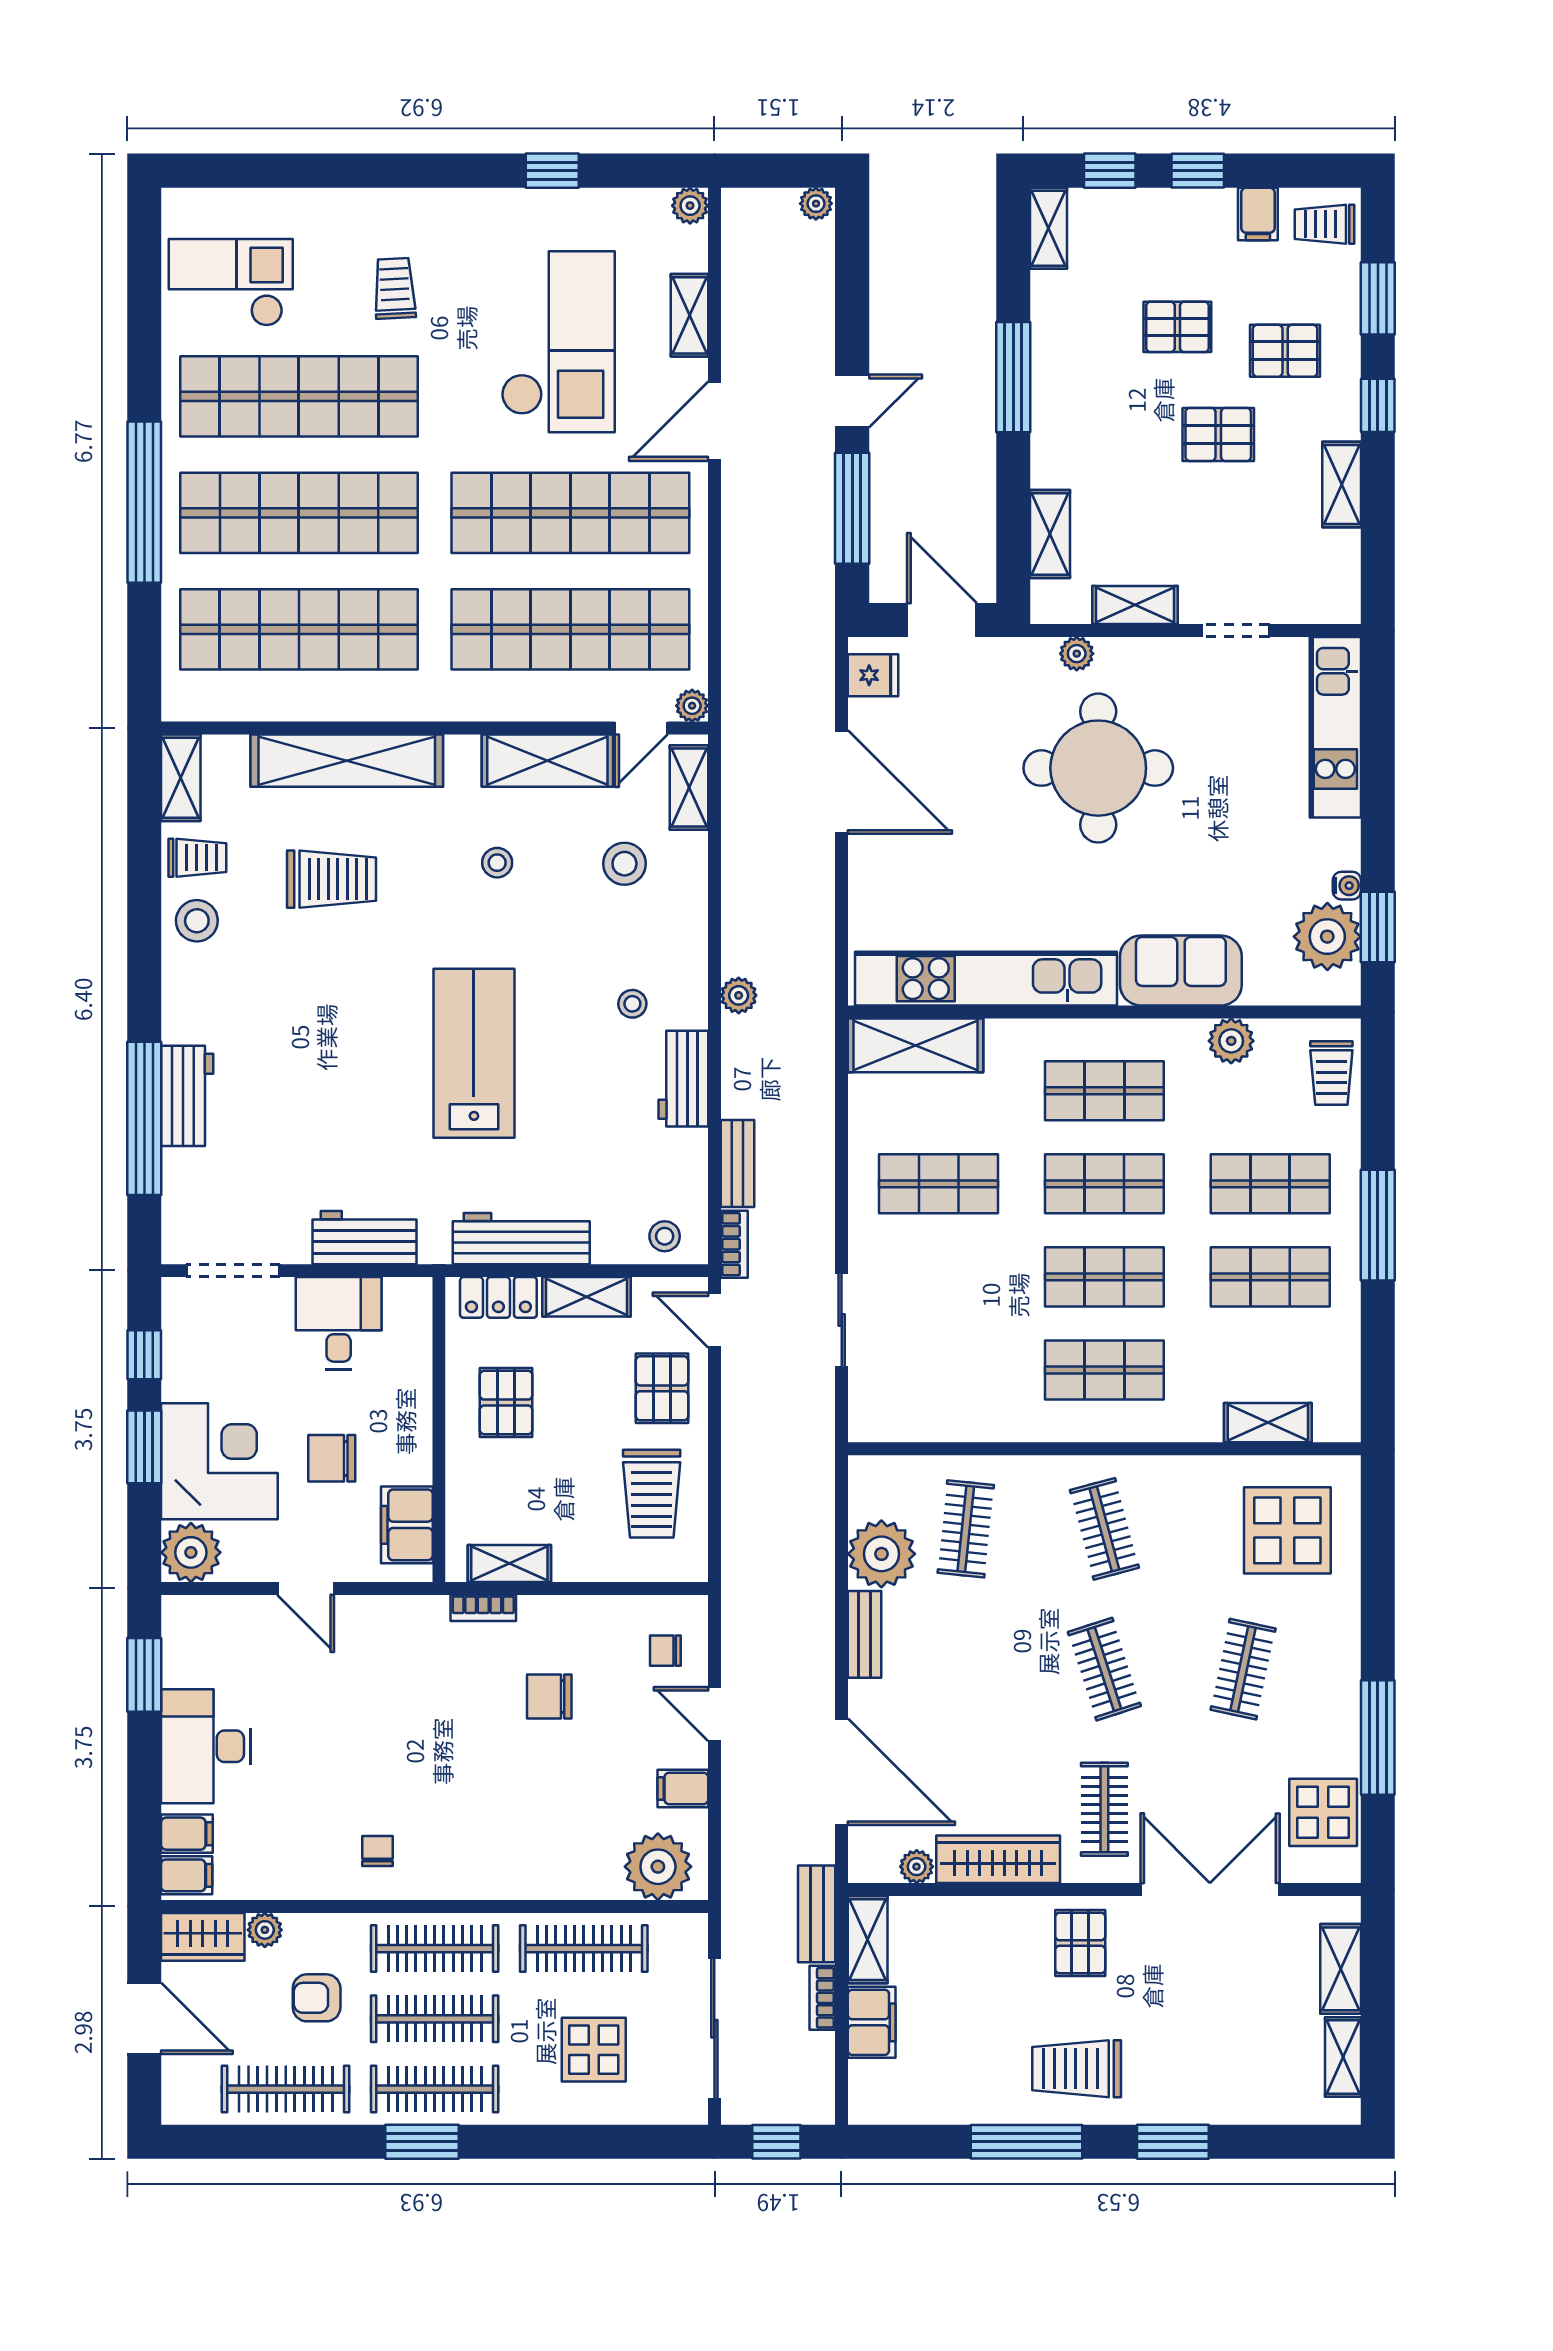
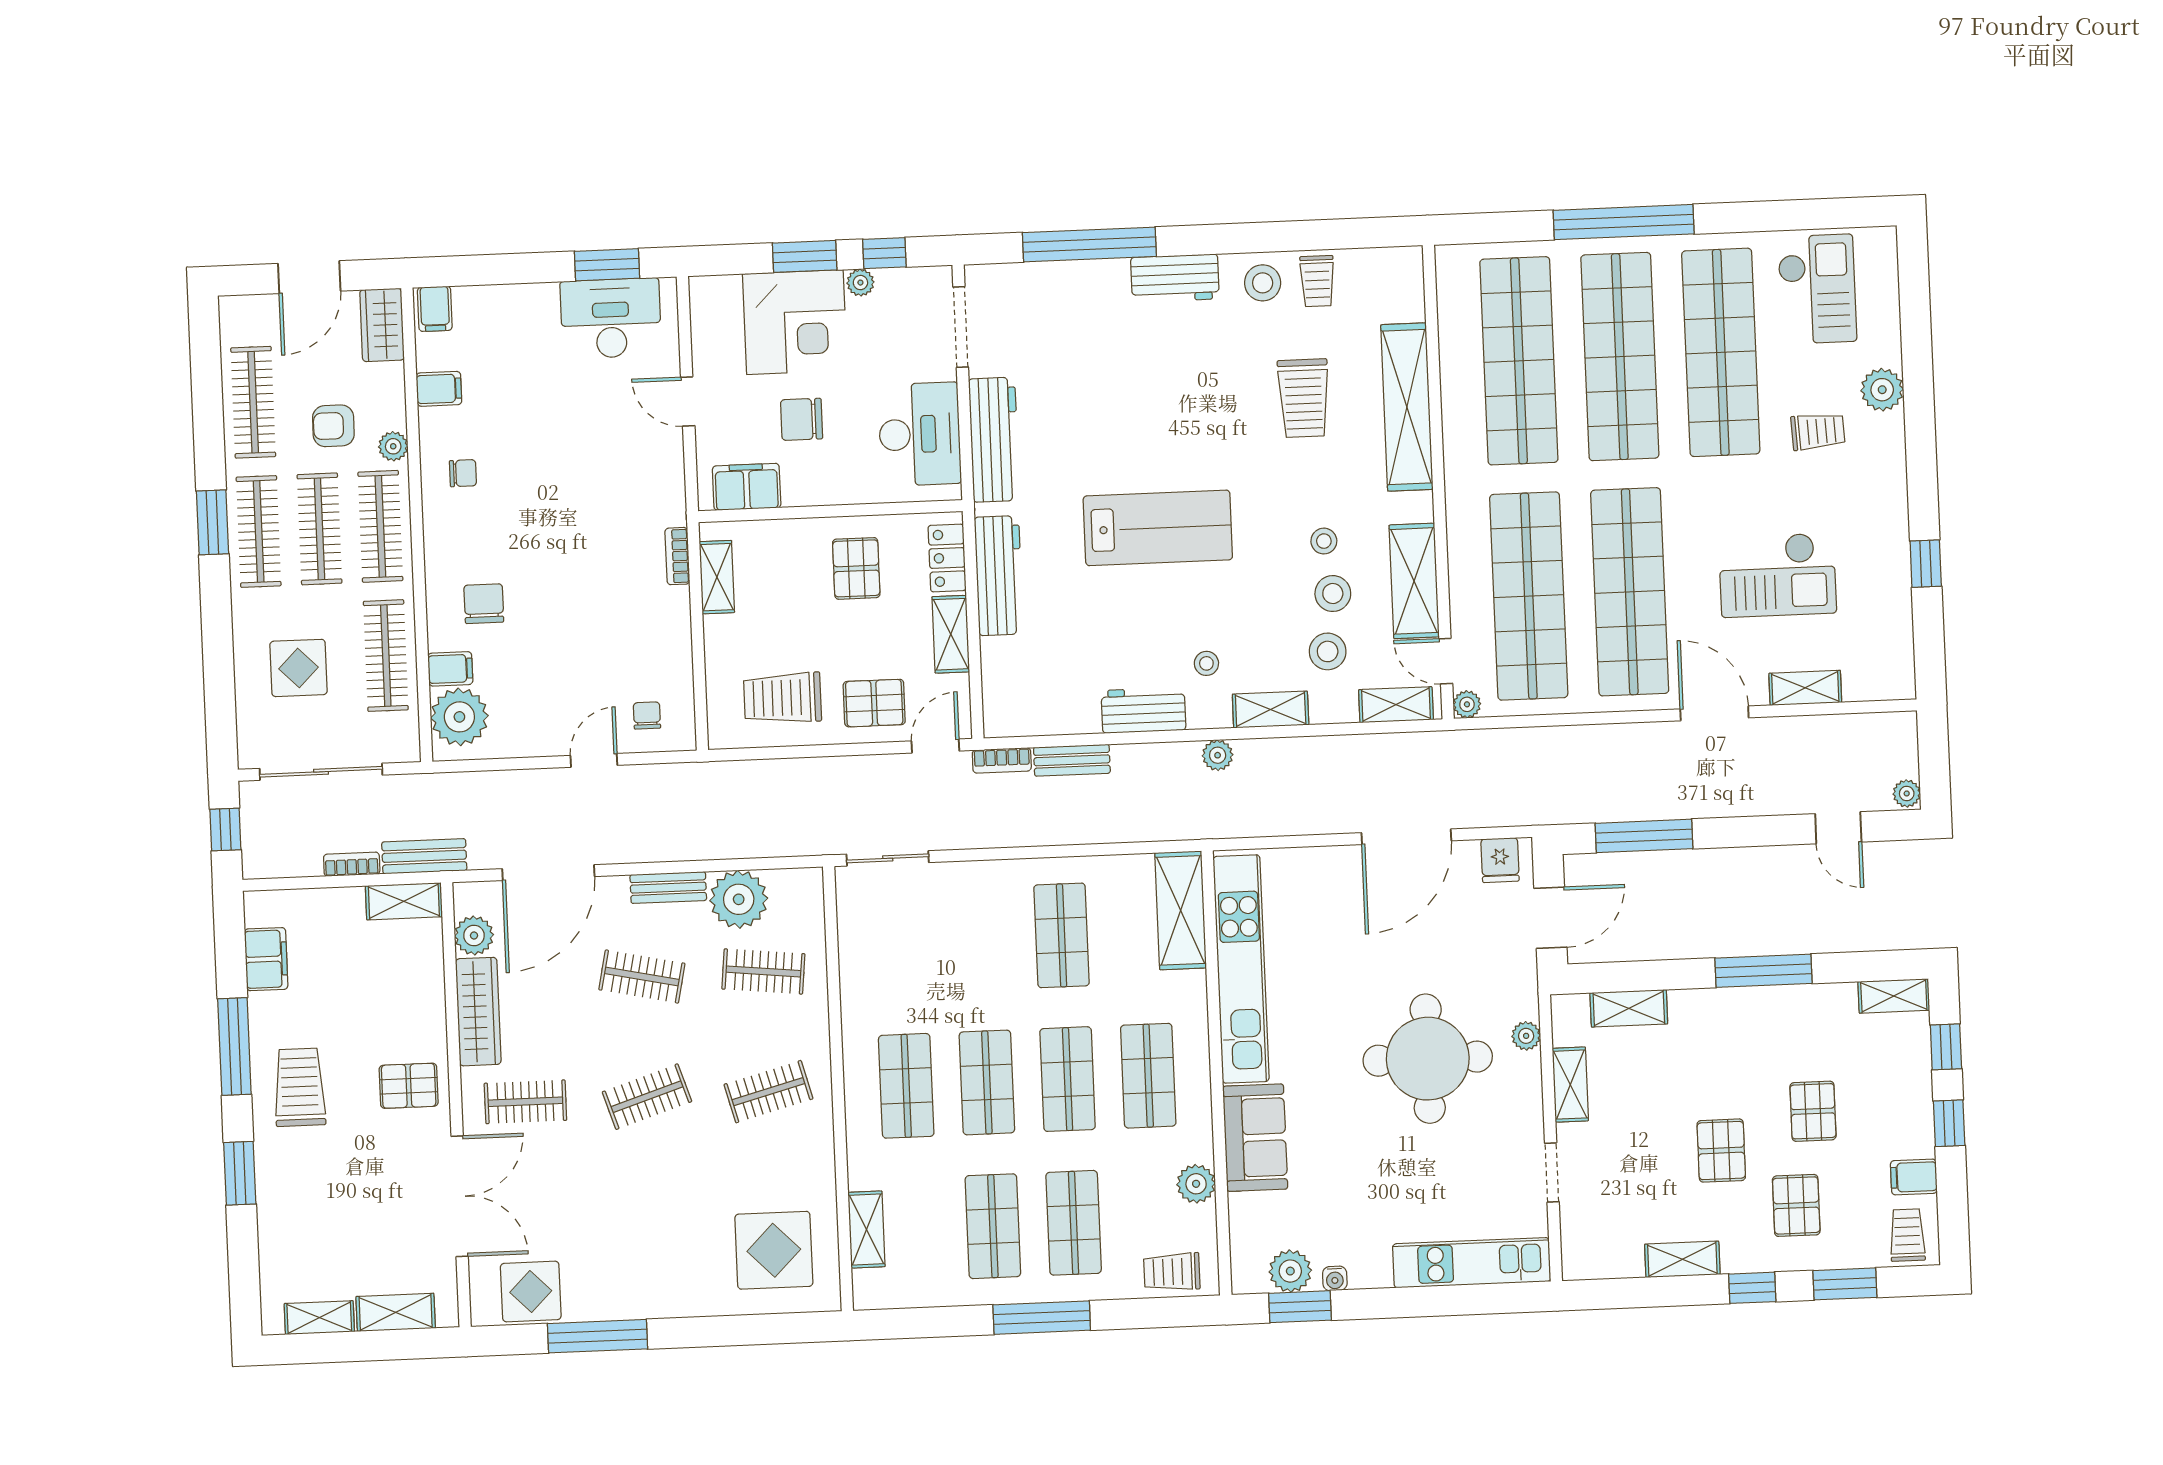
plant: (690, 206) -> (1882, 390), moved, width x1.38, depth x1.38
checkout: (558, 342) -> (1778, 575), width x0.73, depth x0.83
door: (852, 401) -> (1838, 828), moved
shelving: (181, 778) -> (1271, 709), moved
plant: (1327, 937) -> (1290, 1271), width x0.73, depth x0.73
workbench: (187, 1096) -> (1175, 278), moved
stool: (665, 1236) -> (1333, 594), moved, width x1.37, depth x1.37
workbench: (364, 1238) -> (994, 440), width x1.37
sliding door: (842, 1320) -> (888, 858), moved
desk: (339, 1323) -> (920, 434), width x1.37
pallet: (506, 1403) -> (856, 568), turned 90
chair: (332, 1458) -> (802, 419), turned -90
plant: (191, 1552) -> (860, 283), moved, width x0.53, depth x0.53
door: (306, 1589) -> (688, 402), hinge flipped
clothes rail: (1243, 1669) -> (642, 977), moved
chair: (549, 1696) -> (484, 604), moved
desk: (206, 1746) -> (611, 318), moved
filing cabinet: (683, 1788) -> (450, 669), moved, turned 90
filing cabinet: (187, 1834) -> (439, 389), moved, turned -90
plant: (917, 1867) -> (474, 935), width x1.38, depth x1.38
plant: (265, 1930) -> (393, 446), moved
armchair: (317, 1998) -> (333, 426), turned -90
filing cabinet: (872, 2022) -> (266, 959), moved, turned -90

